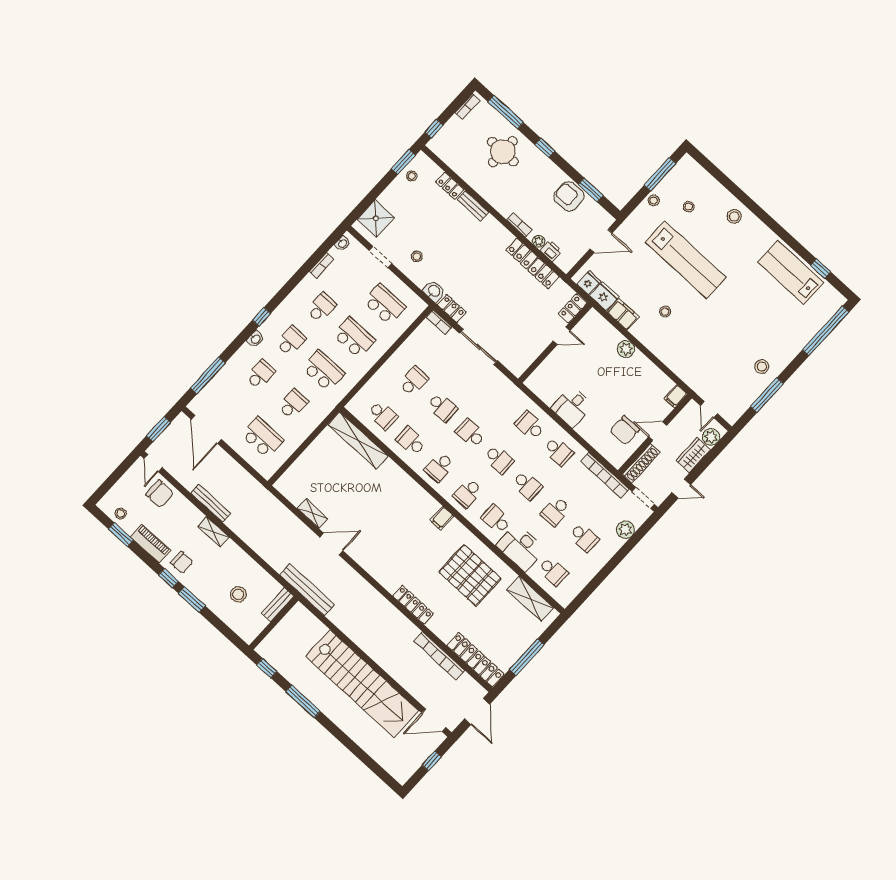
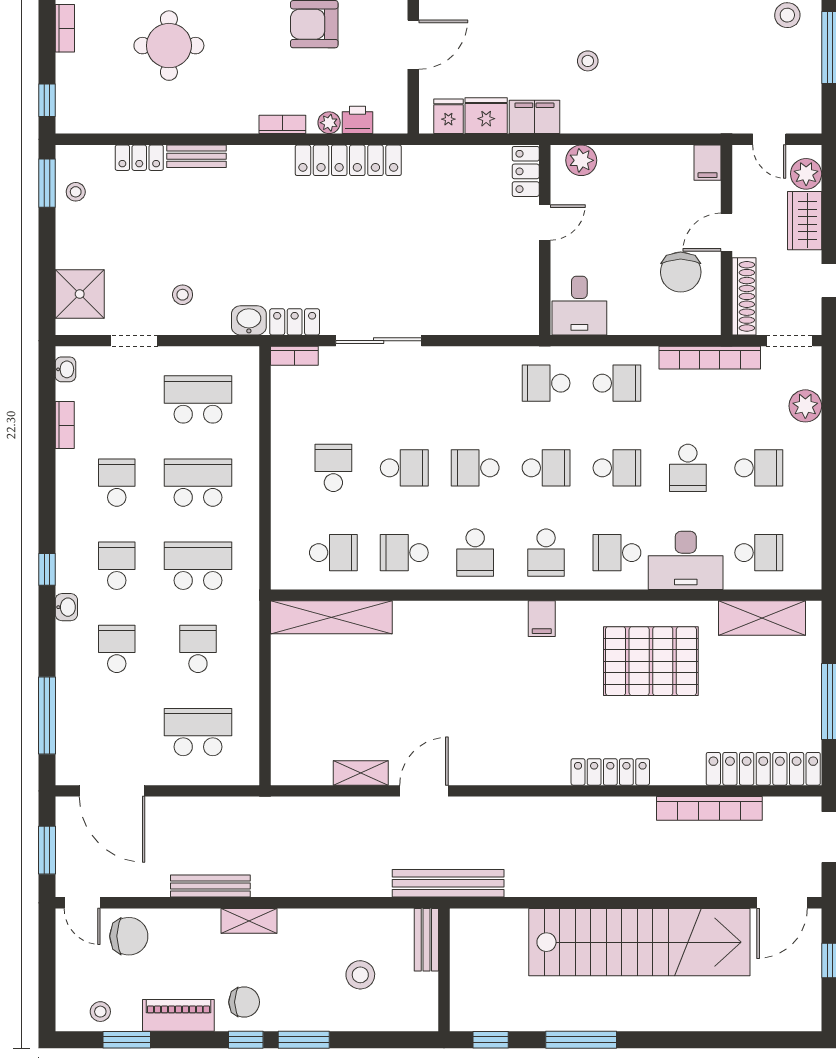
locker: (573, 308) -> (526, 171), moved
door: (562, 336) -> (545, 222), moved
wall: (555, 343) -> (545, 240), moved

